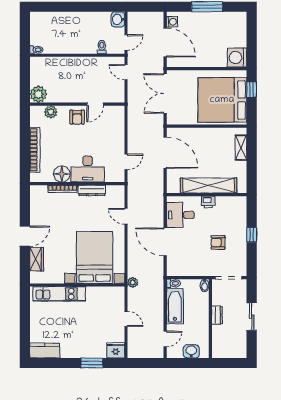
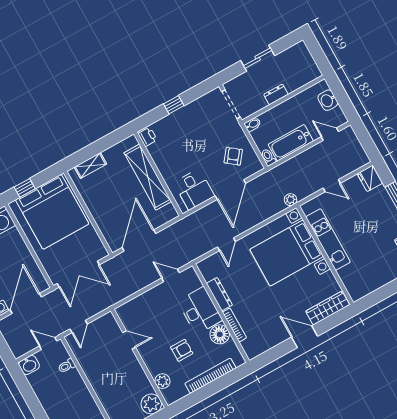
armchair: (77, 117) -> (182, 350), moved
printer: (208, 202) -> (148, 137), moved
armchair: (218, 242) -> (233, 156), moved, turned -142
wardrobe: (37, 259) -> (328, 308), width x1.50
kitchen unit: (59, 294) -> (328, 239), moved
door: (126, 319) -> (332, 186), swing flipped

